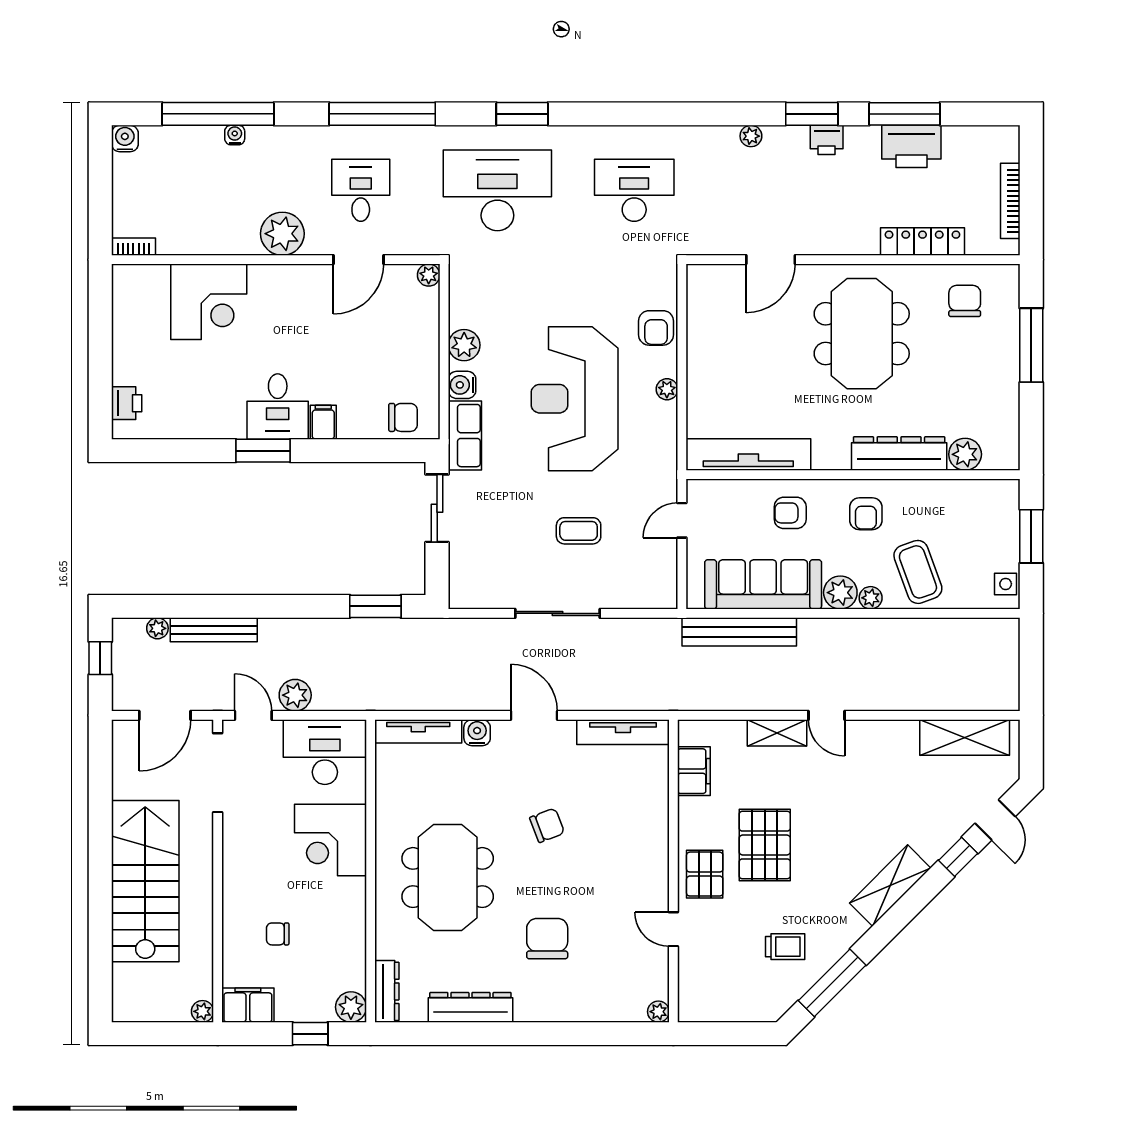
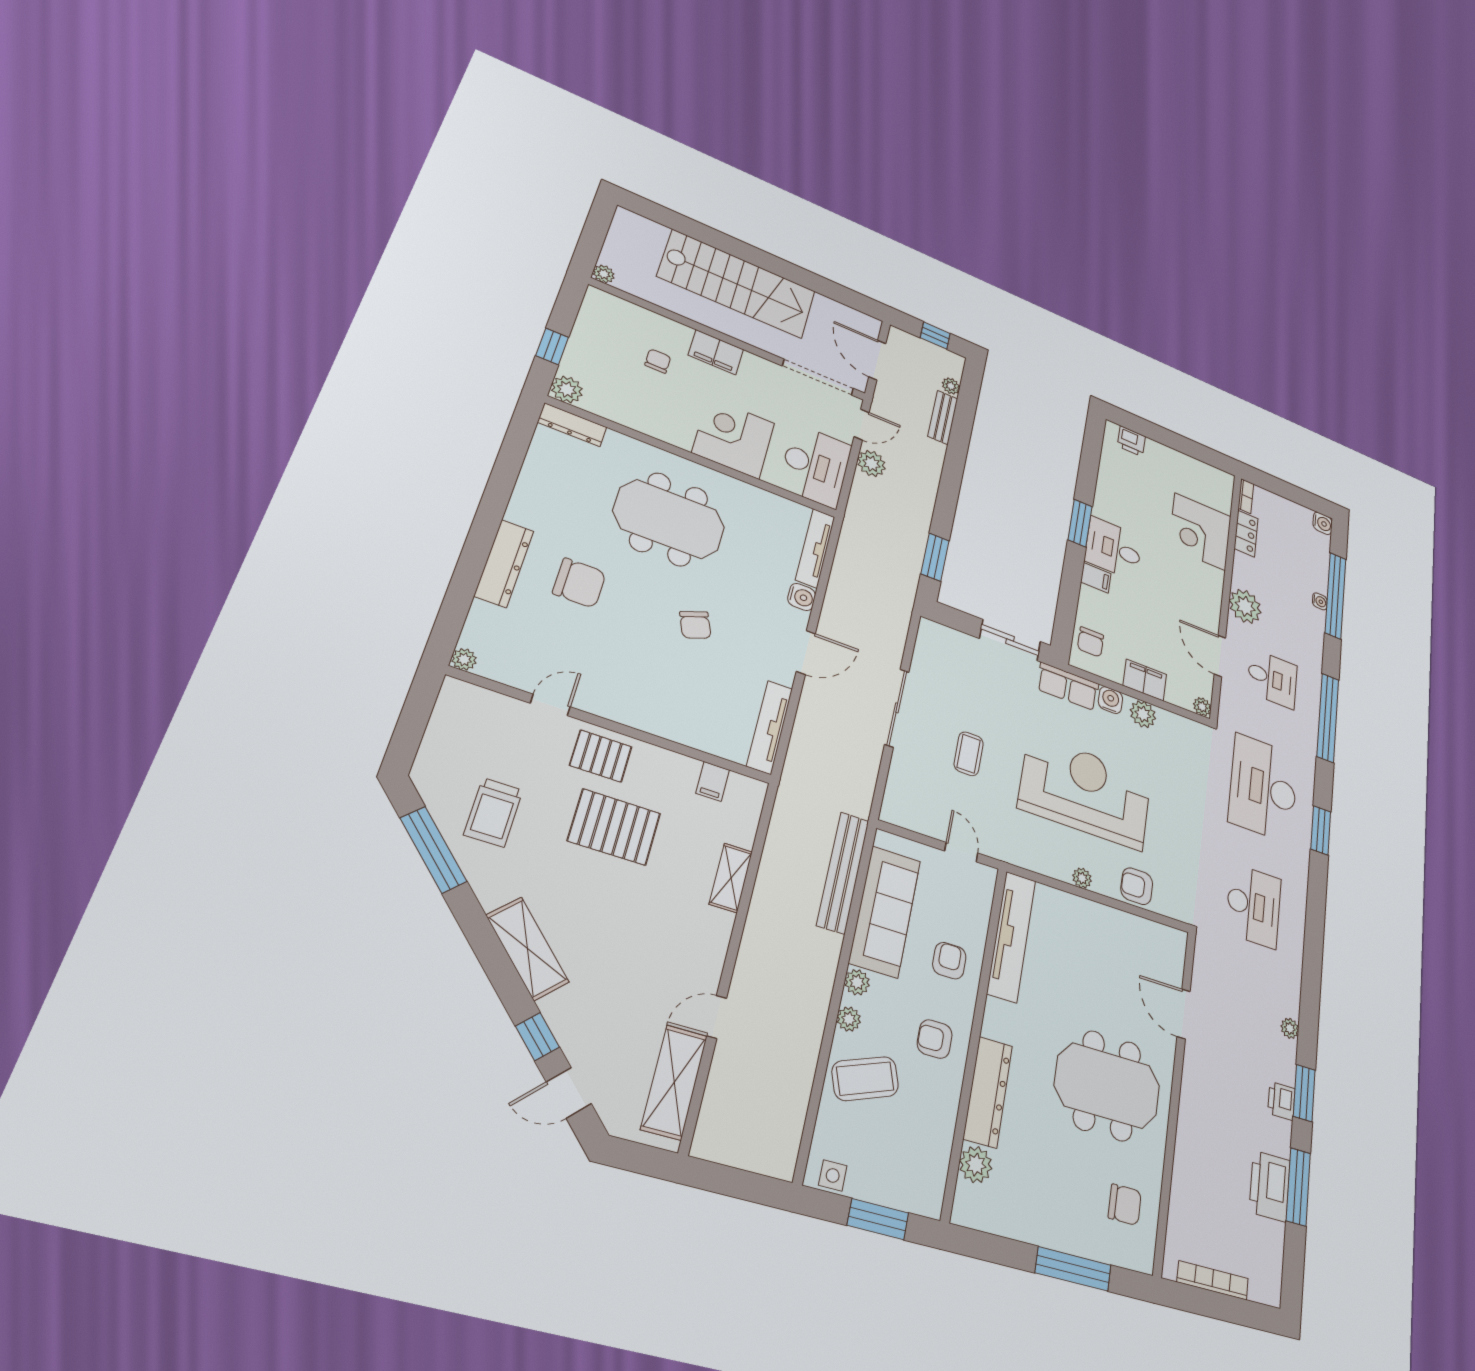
desk: (497, 190) -> (1263, 788), turned 180
locker: (922, 242) -> (1246, 534), moved, width x0.66
filing cabinet: (423, 348) -> (1145, 680), added
plant: (840, 593) -> (857, 982), width x0.73, depth x0.73
bench: (214, 630) -> (943, 417), width x0.73
door: (826, 715) -> (717, 1017), moved
filing cabinet: (694, 771) -> (713, 781), width x0.50
trolley: (785, 947) -> (493, 812), width x1.36, depth x1.39
filing cabinet: (248, 1005) -> (716, 352), moved, turned 90
dresser: (470, 1007) -> (504, 563), moved

